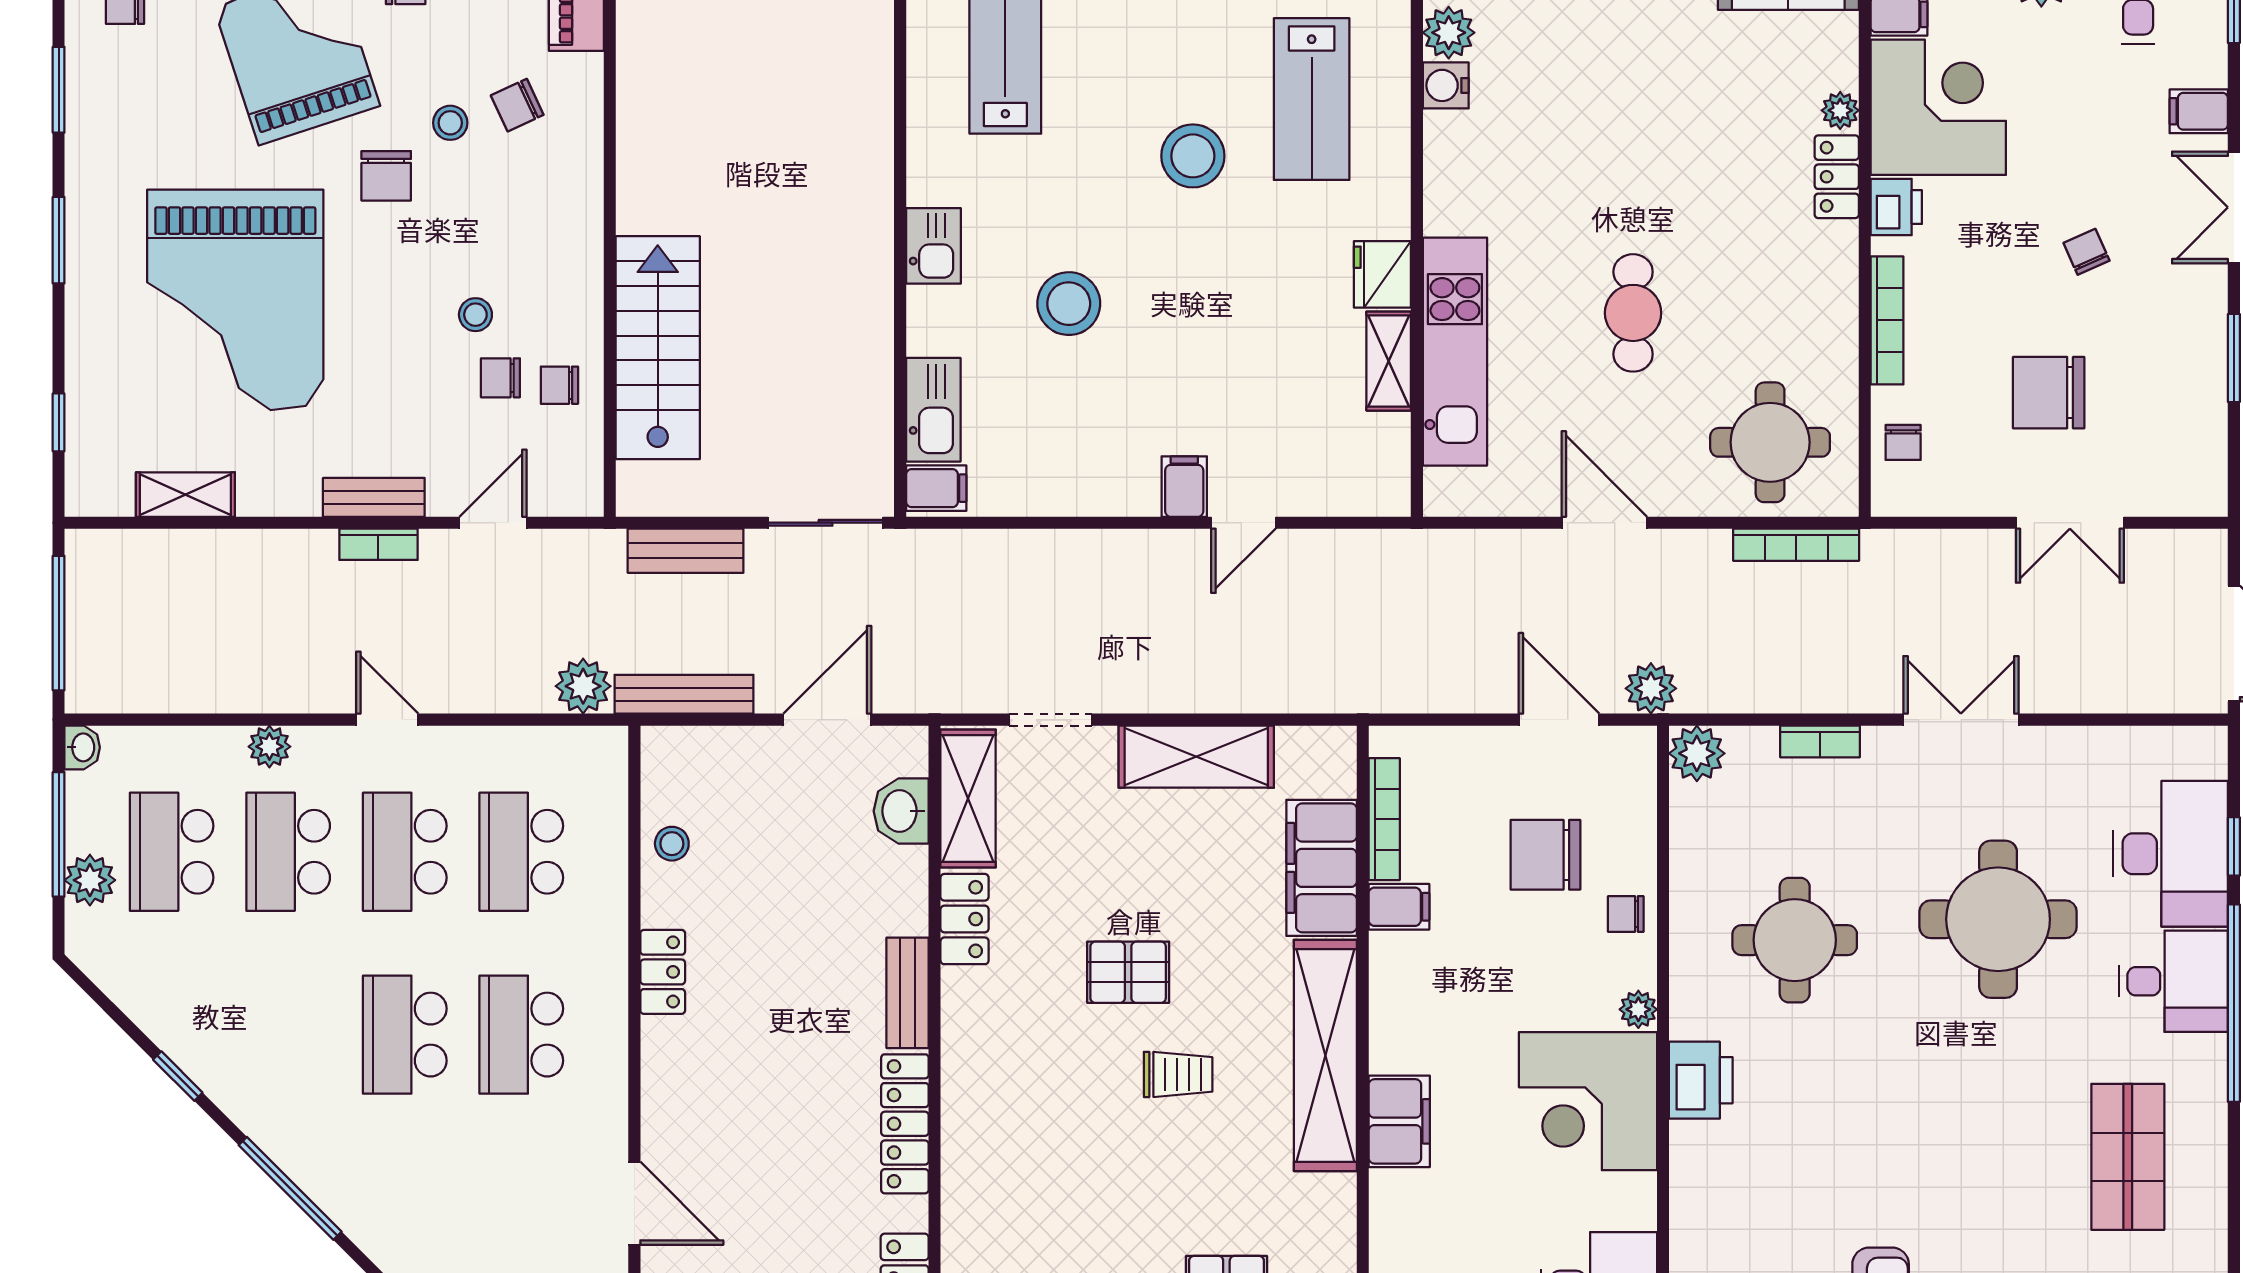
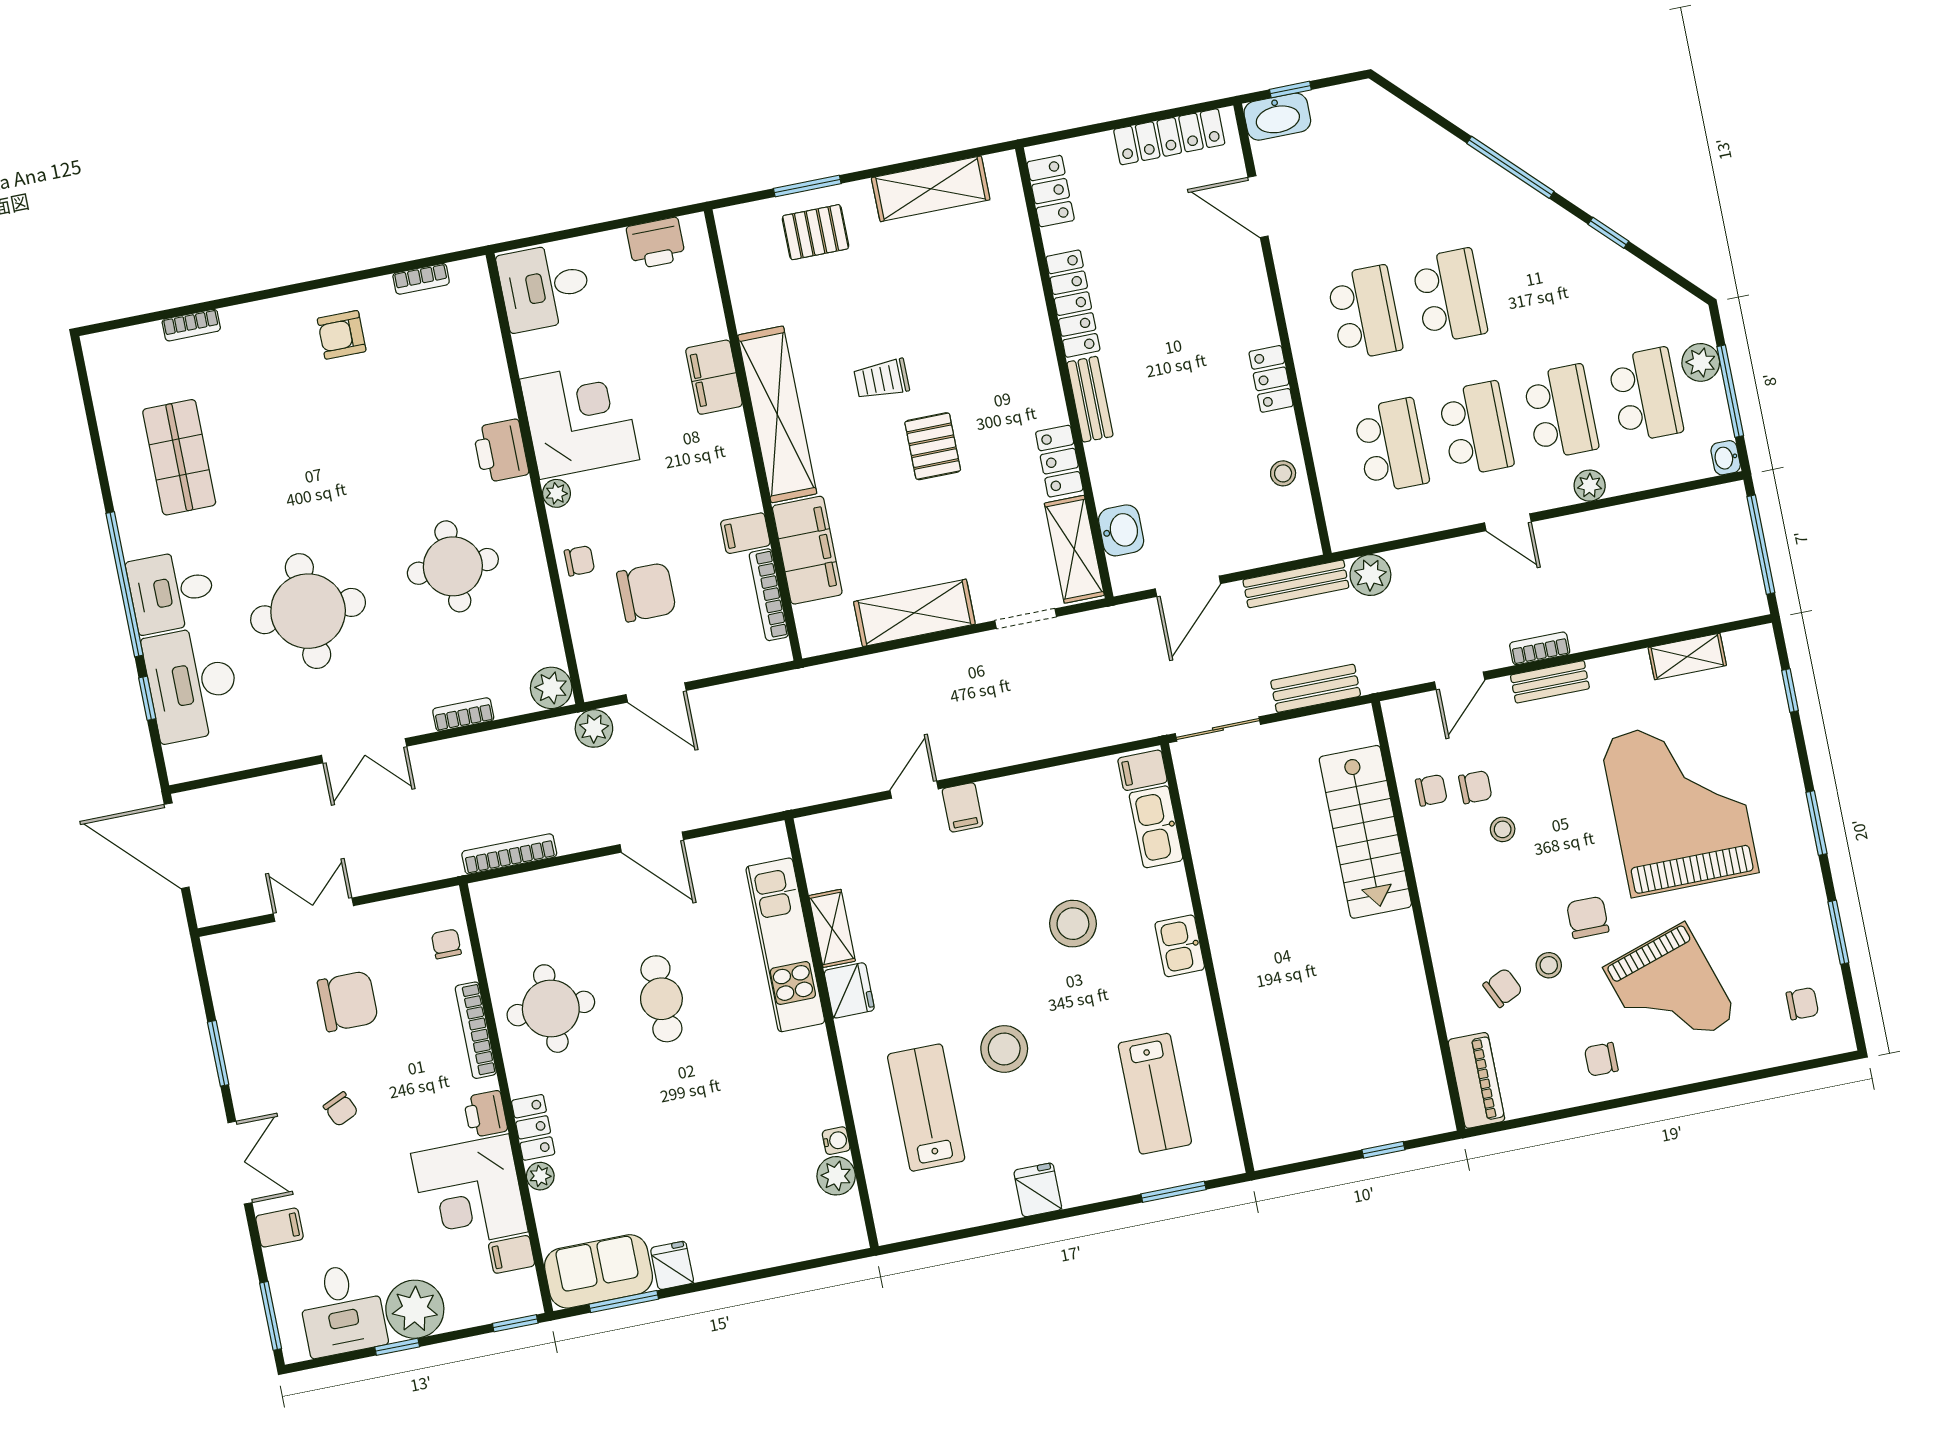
water cooler: (1446, 85) -> (836, 1141), width x0.72, depth x0.72
round table: (1770, 442) -> (551, 1009), moved
pallet: (1128, 972) -> (933, 446), turned 90

